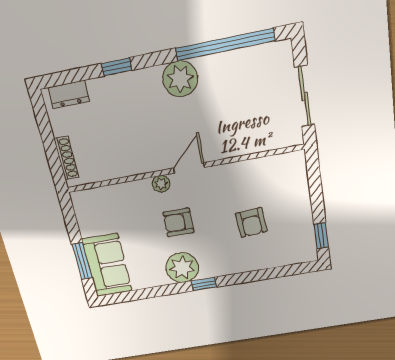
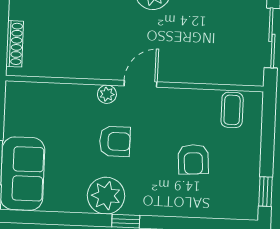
coffee table: (278, 172) -> (232, 110), added
armchair: (178, 222) -> (115, 141), turned 180

